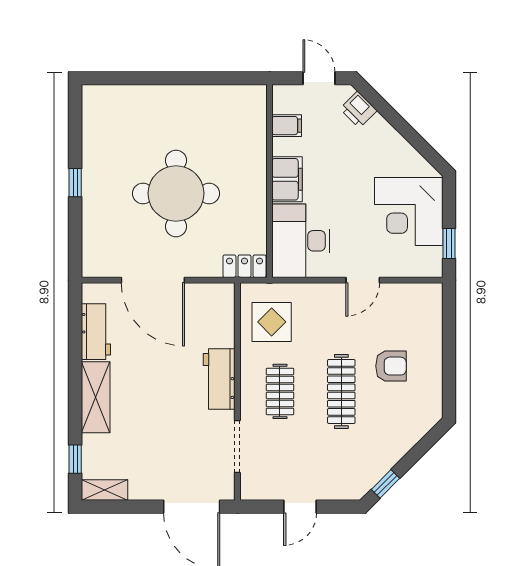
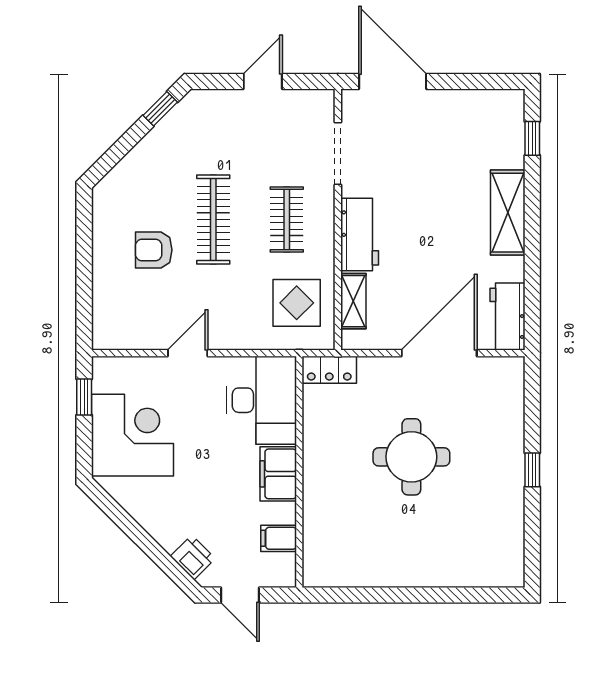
round table: (176, 193) -> (411, 457), width x0.73, depth x0.73
door: (153, 280) -> (439, 353), hinge flipped
workbench: (96, 332) -> (507, 316), moved
shelving: (105, 490) -> (353, 301), moved, turned 90

